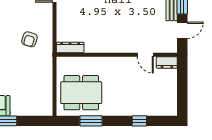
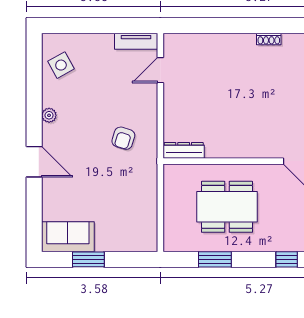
dining table: (81, 93) -> (227, 207), moved

